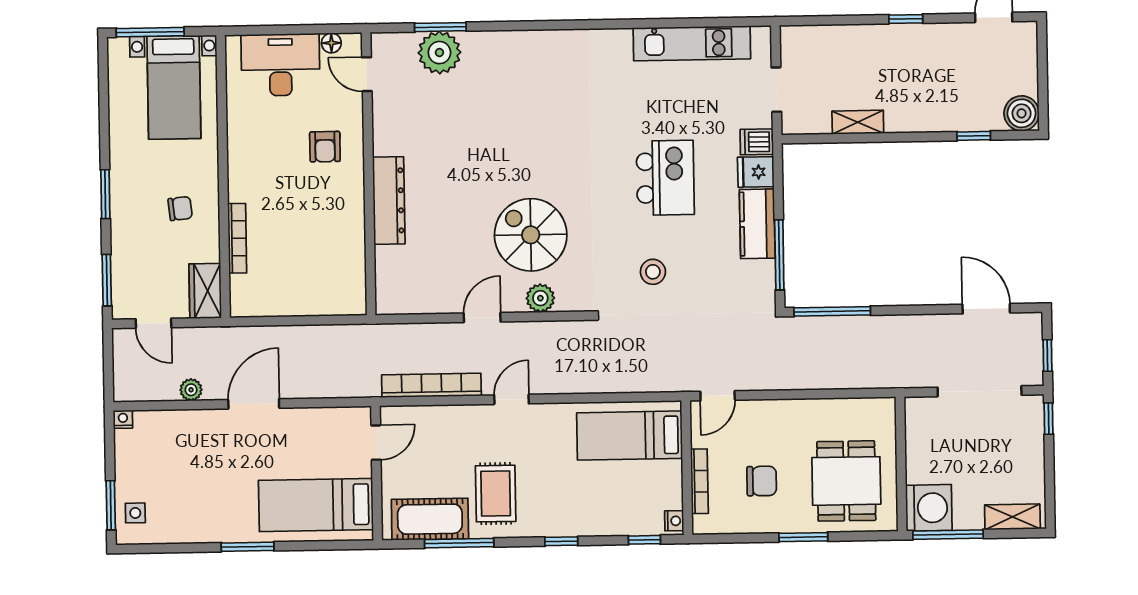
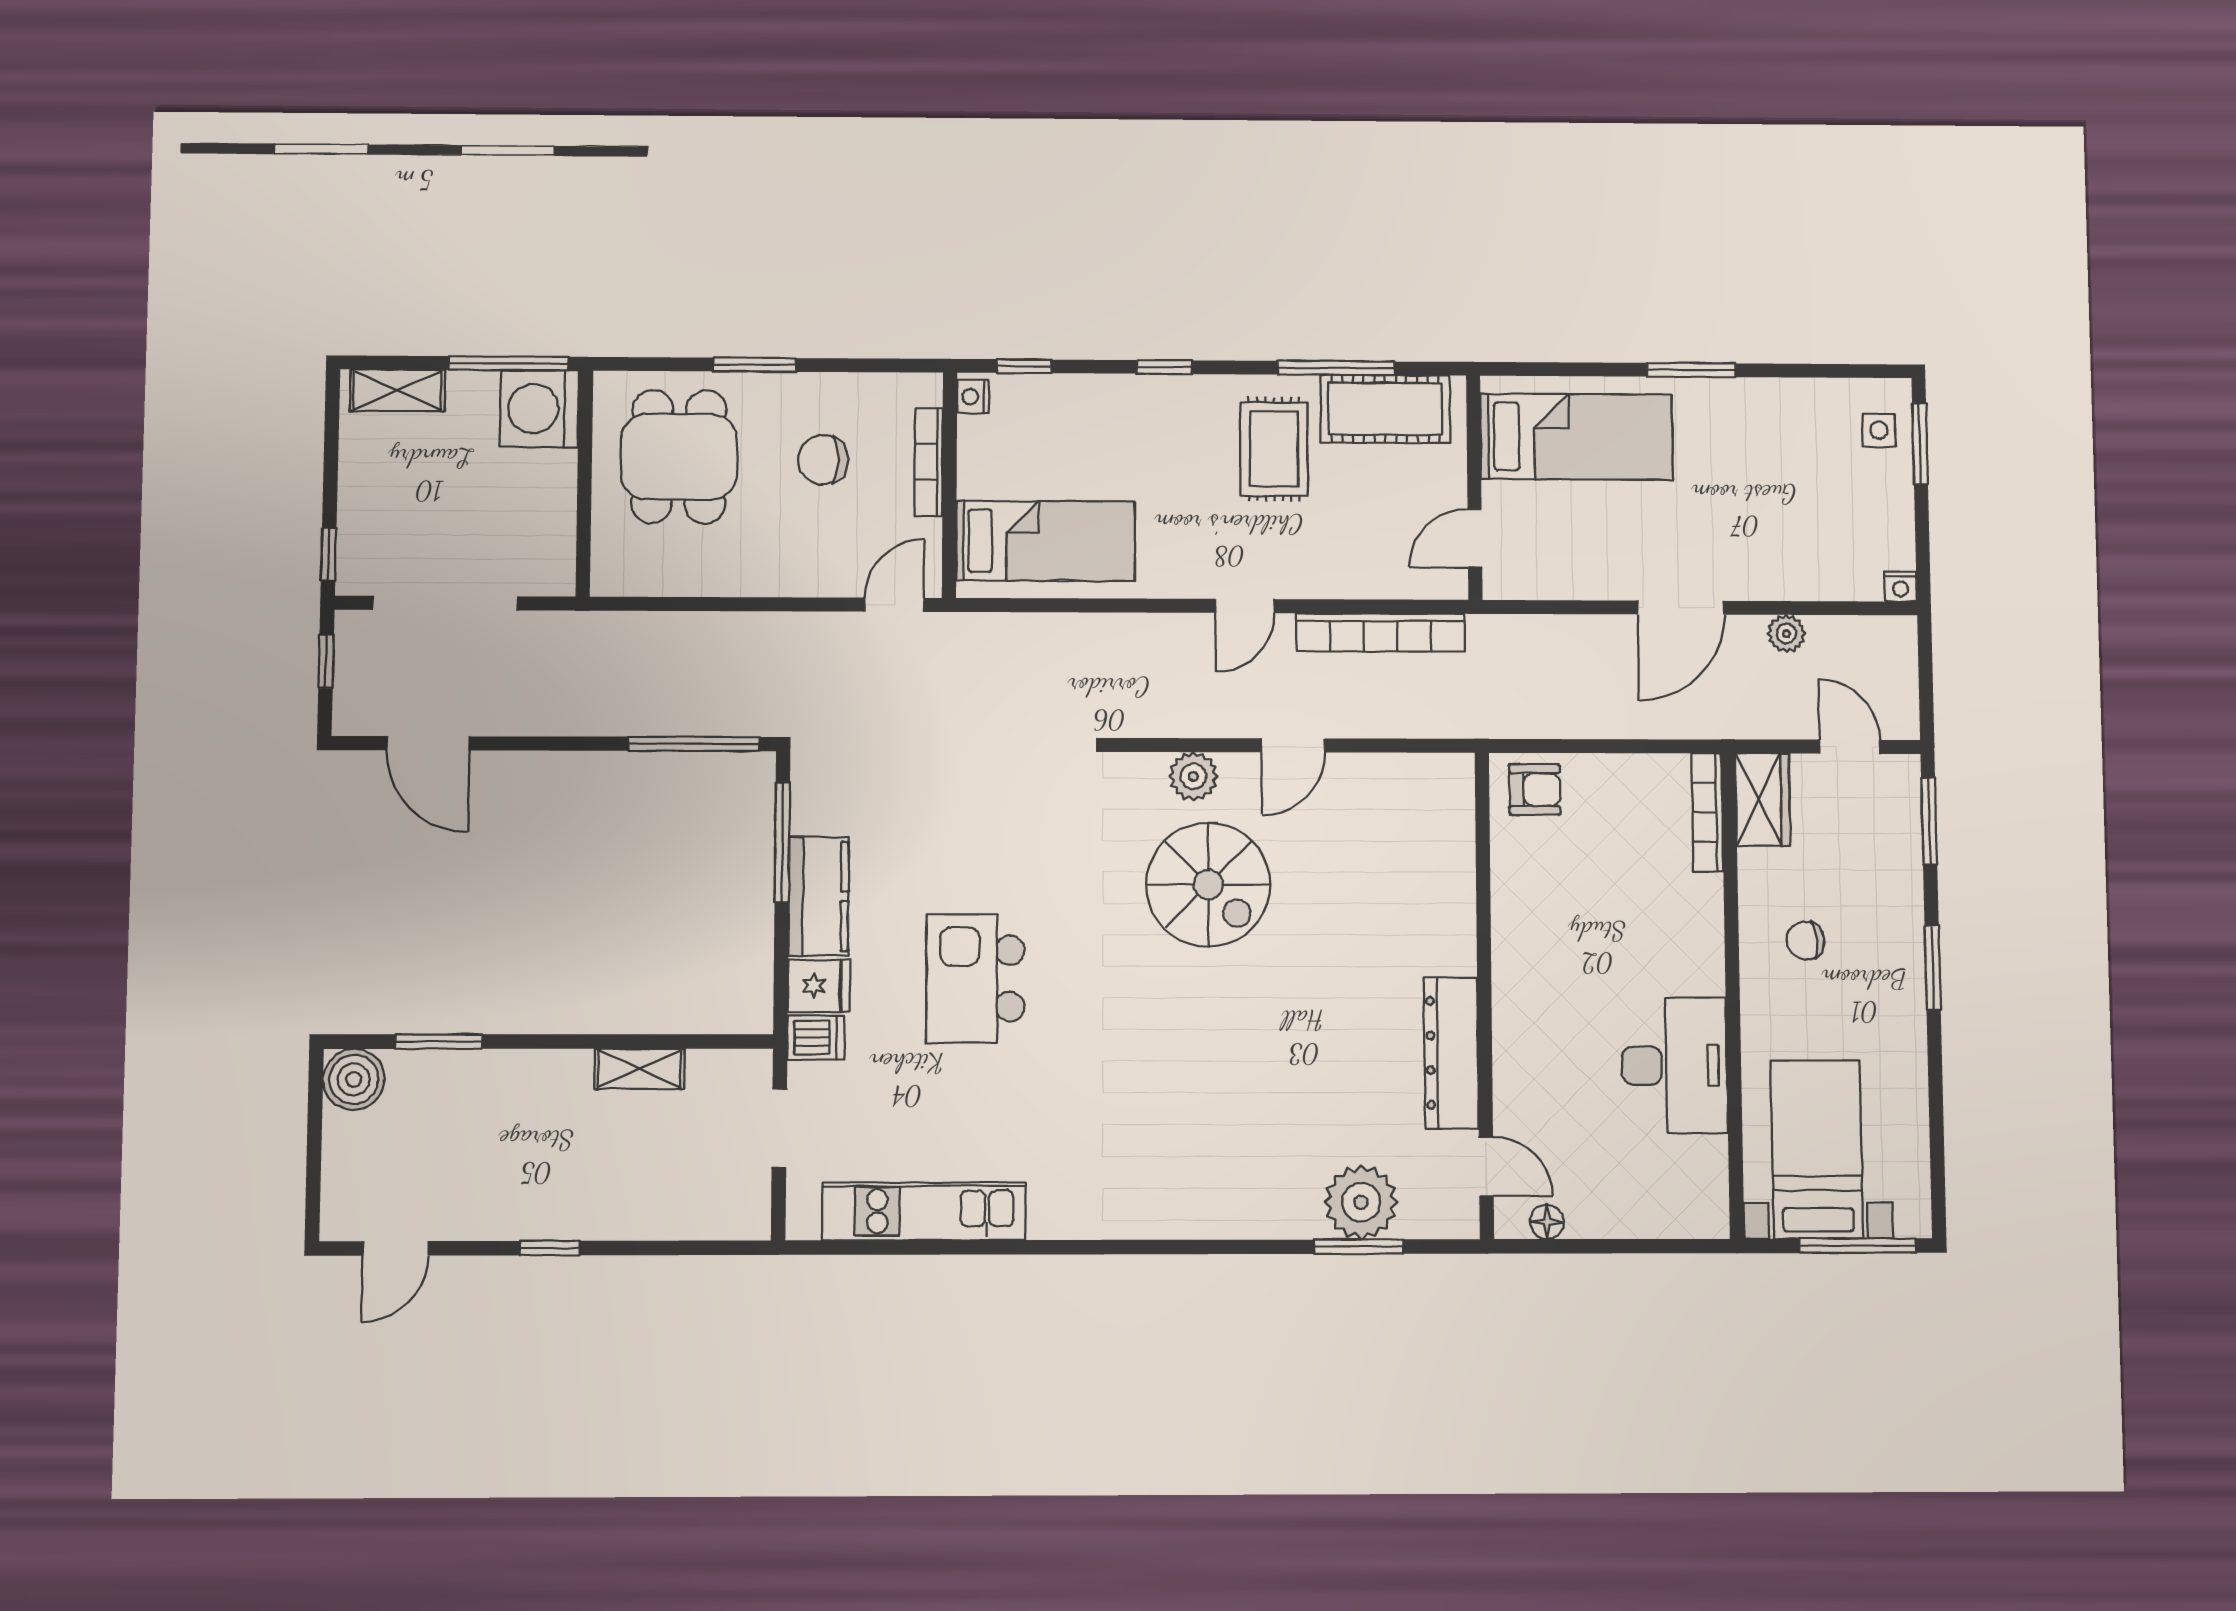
desk: (281, 65) -> (1674, 1065), moved, turned -90
window: (974, 136) -> (439, 1042), width x1.50
armchair: (325, 147) -> (1535, 790), moved, turned 90
dresser: (389, 201) -> (1451, 1053), moved
bookcase: (237, 238) -> (1707, 812), moved
stool: (653, 272) -> (1000, 817), removed

